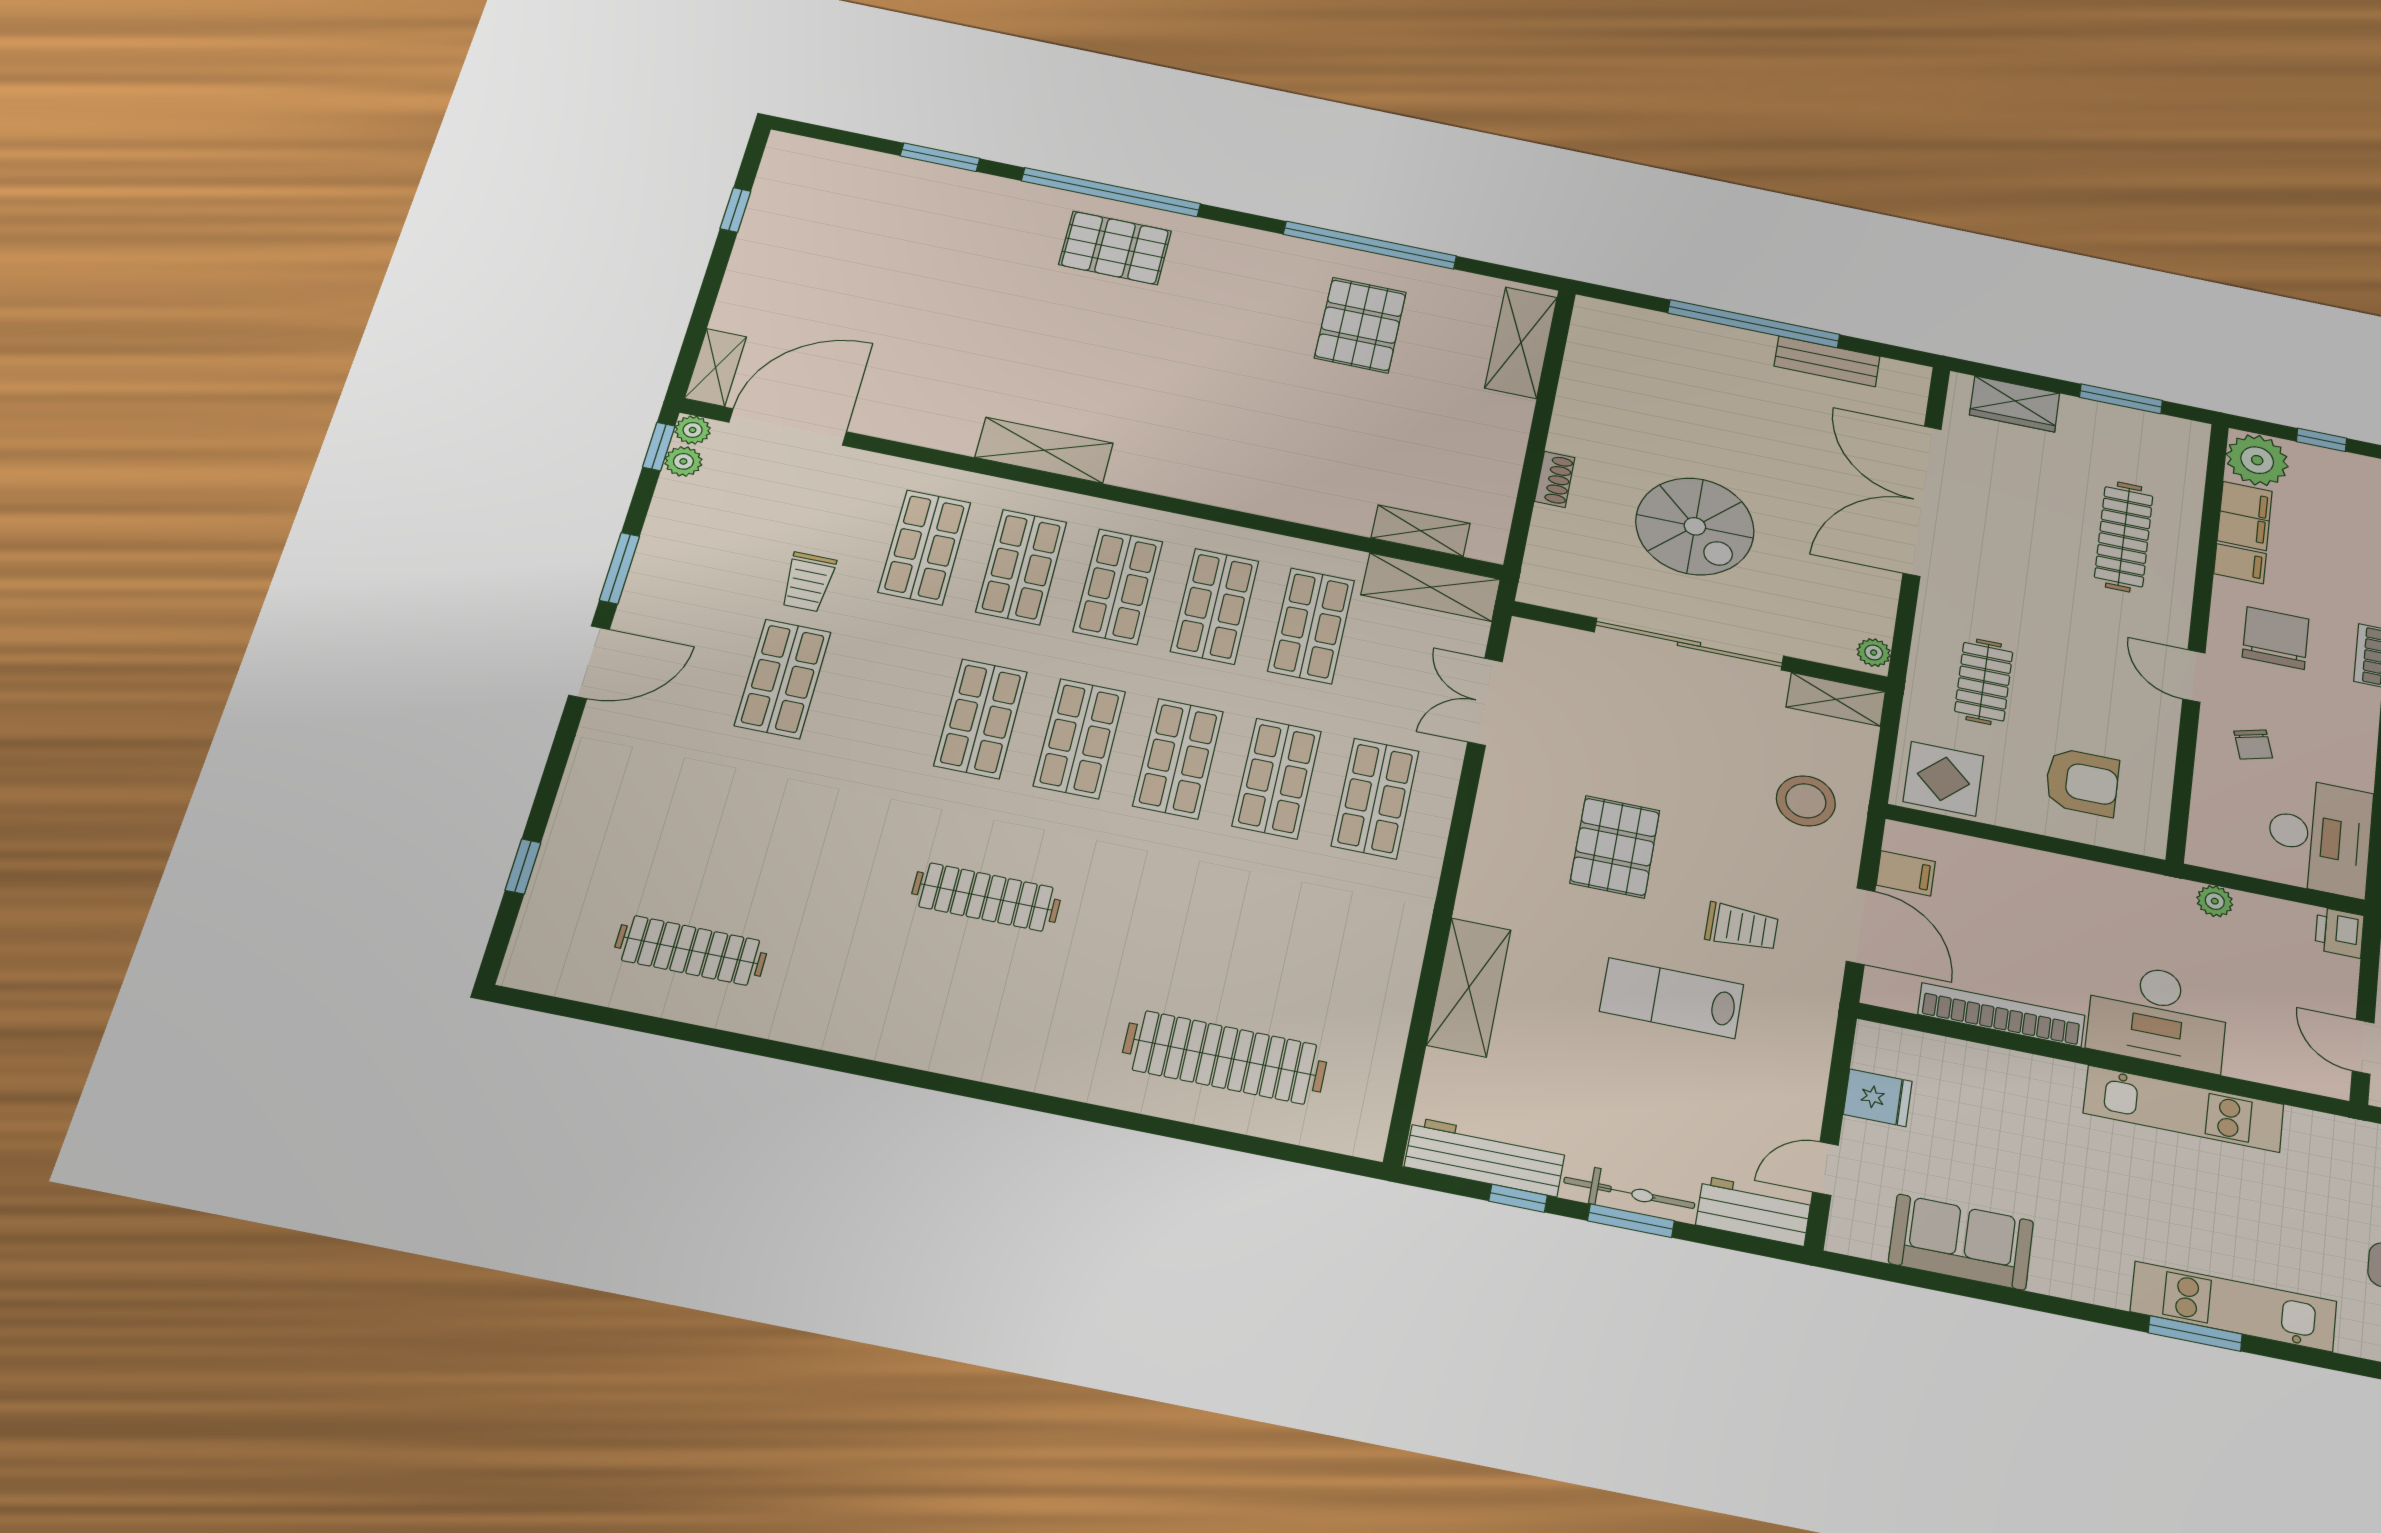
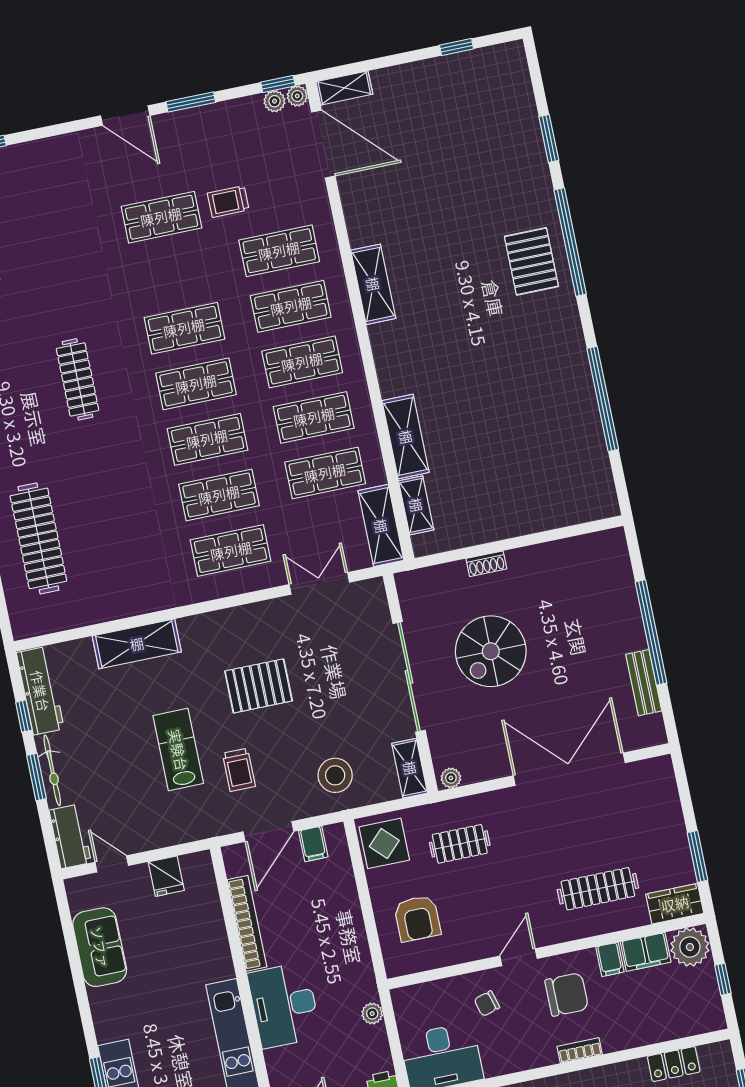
pallet: (1360, 325) -> (543, 417), removed
shelving: (1521, 343) -> (406, 437), moved, turned 90
wardrobe: (2015, 404) -> (675, 904), moved, turned 90

